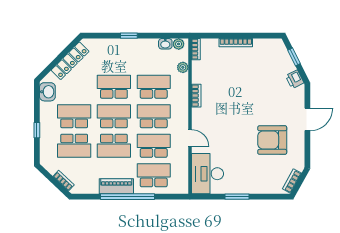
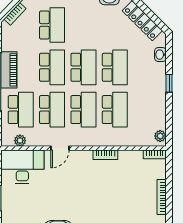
washbasin: (165, 44) -> (160, 55), moved
plant: (183, 67) -> (20, 141), moved
school desk: (74, 116) -> (83, 25), removed
school desk: (74, 146) -> (52, 25), turned 180
school desk: (114, 146) -> (52, 67), turned 180

